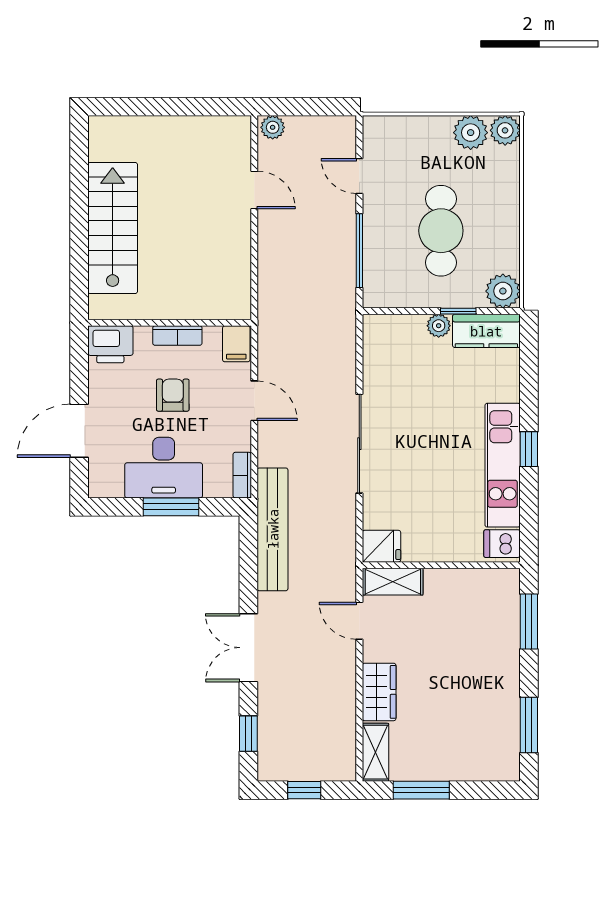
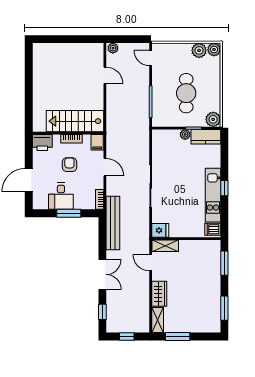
door: (359, 176) -> (151, 58), moved
stairs: (113, 228) -> (75, 121), moved, turned -90
desk: (164, 468) -> (61, 196), width x0.73
double door: (248, 648) -> (102, 274), swing flipped

